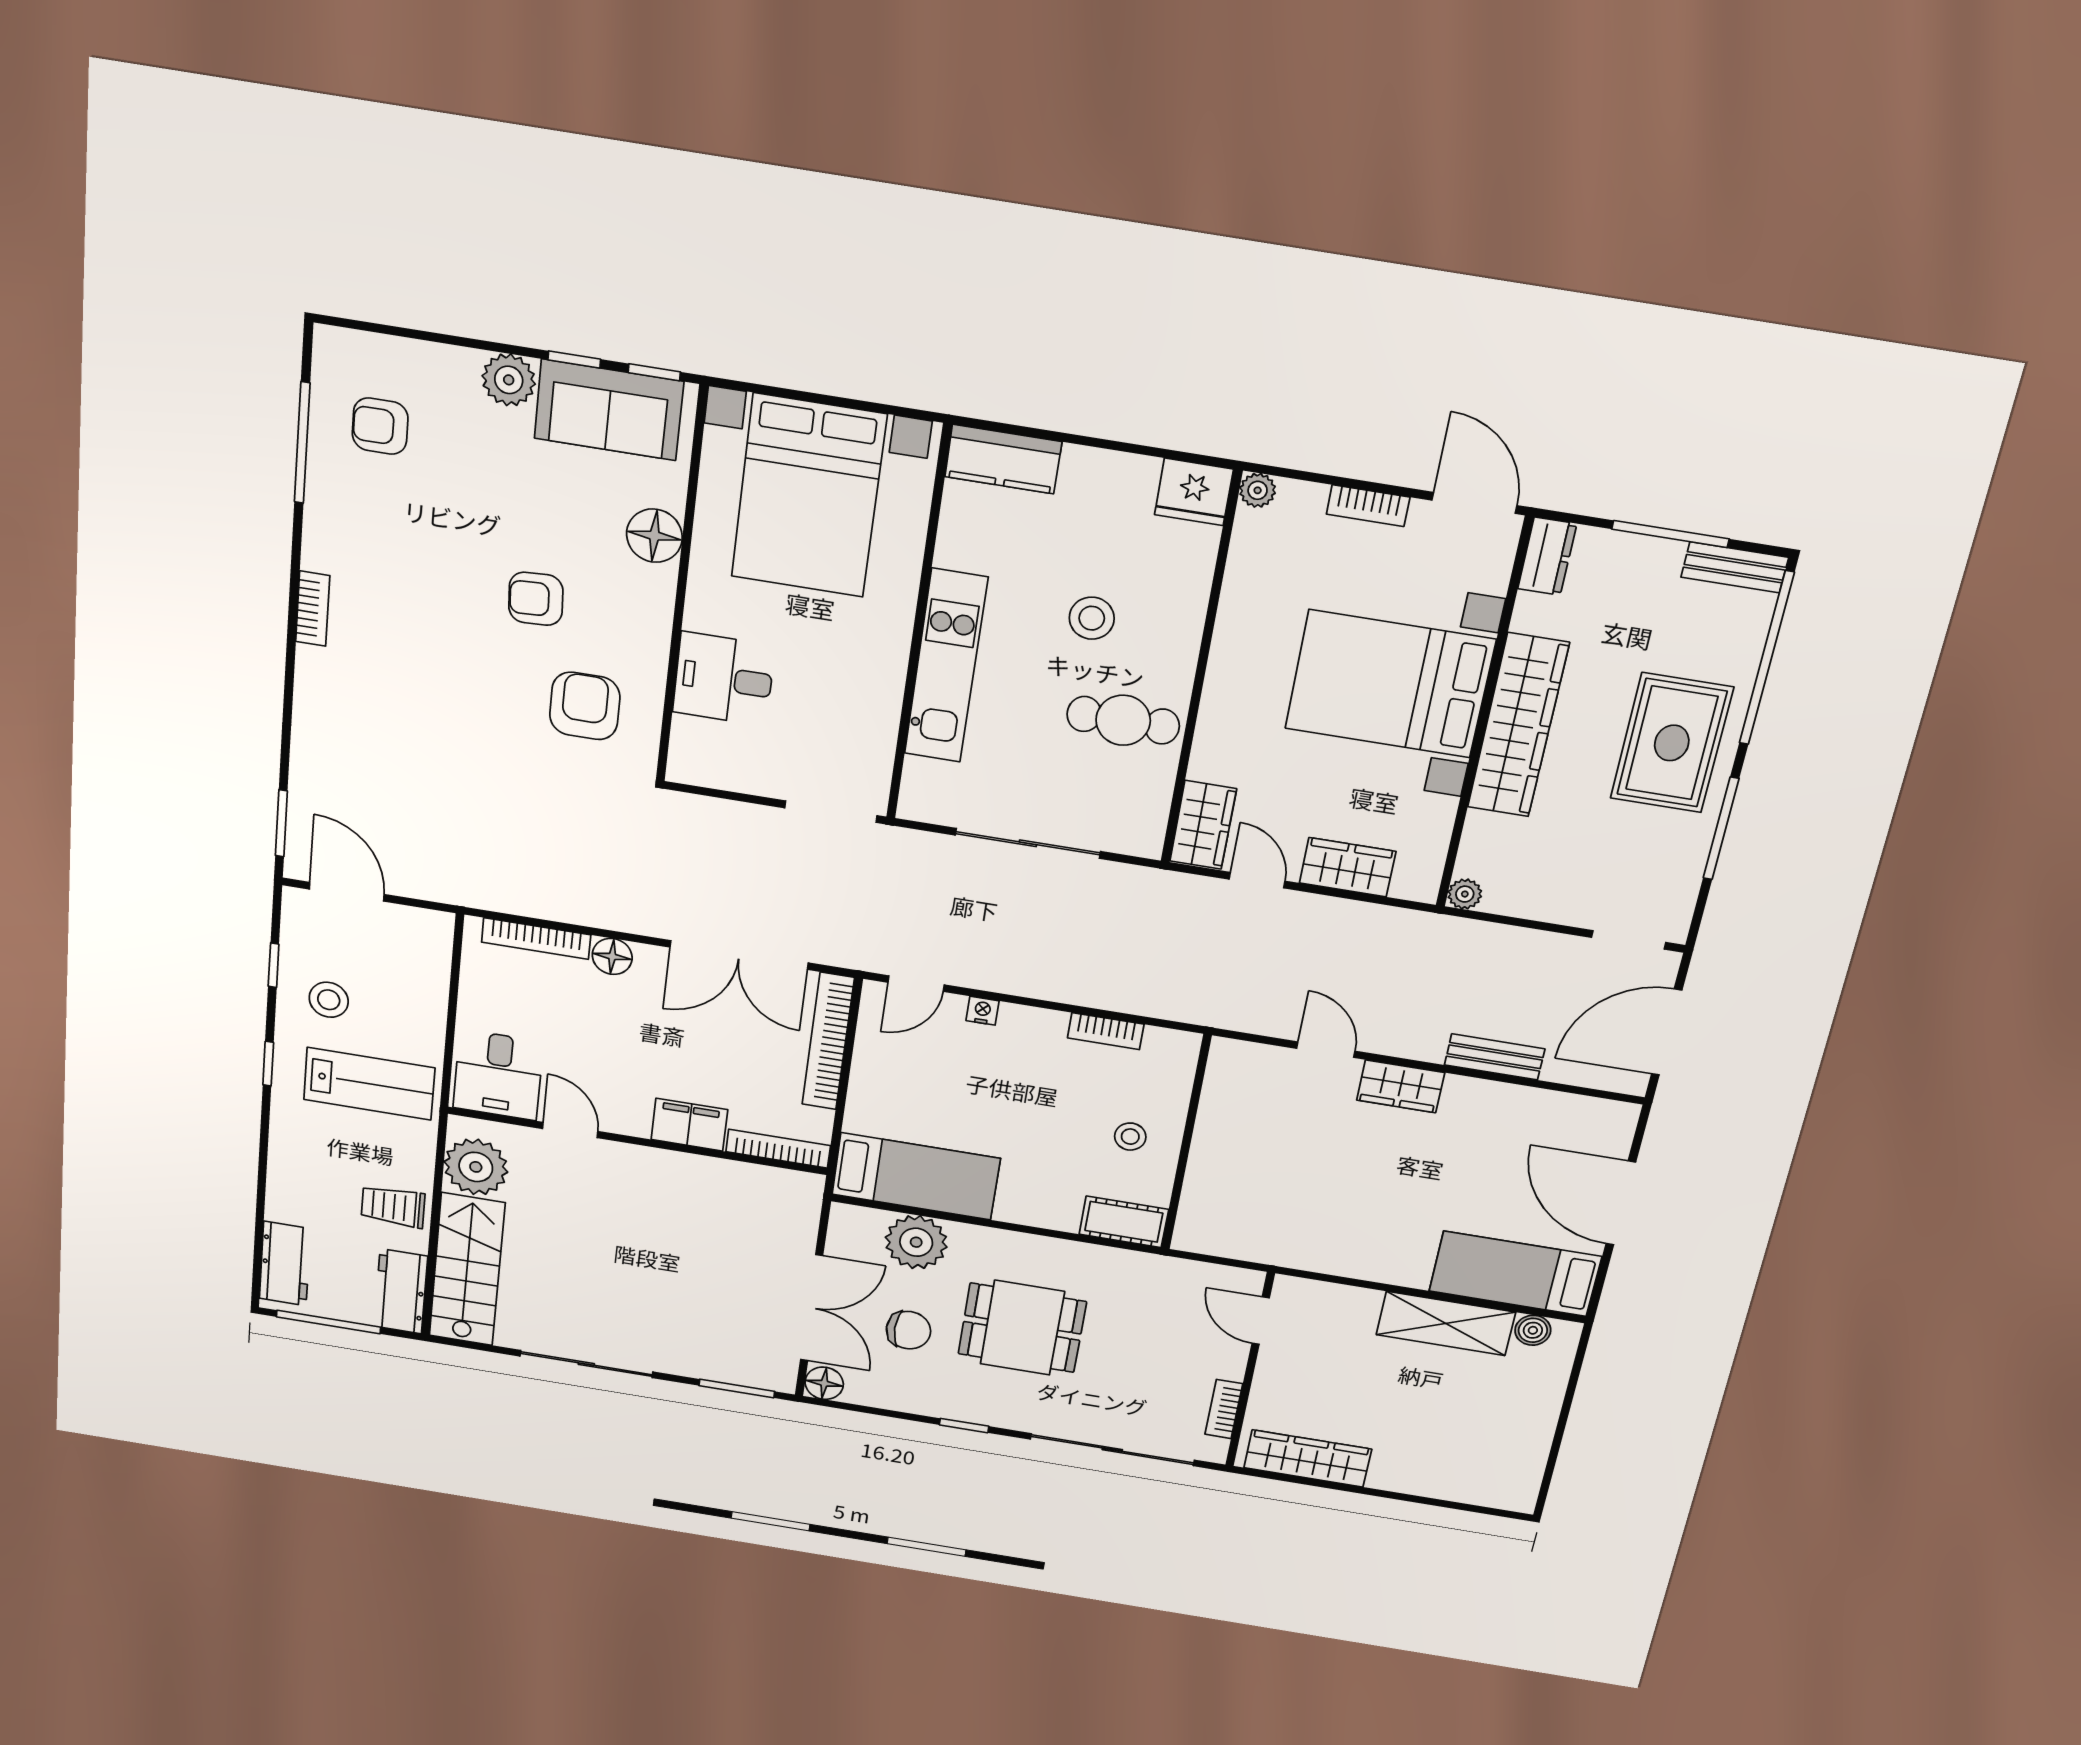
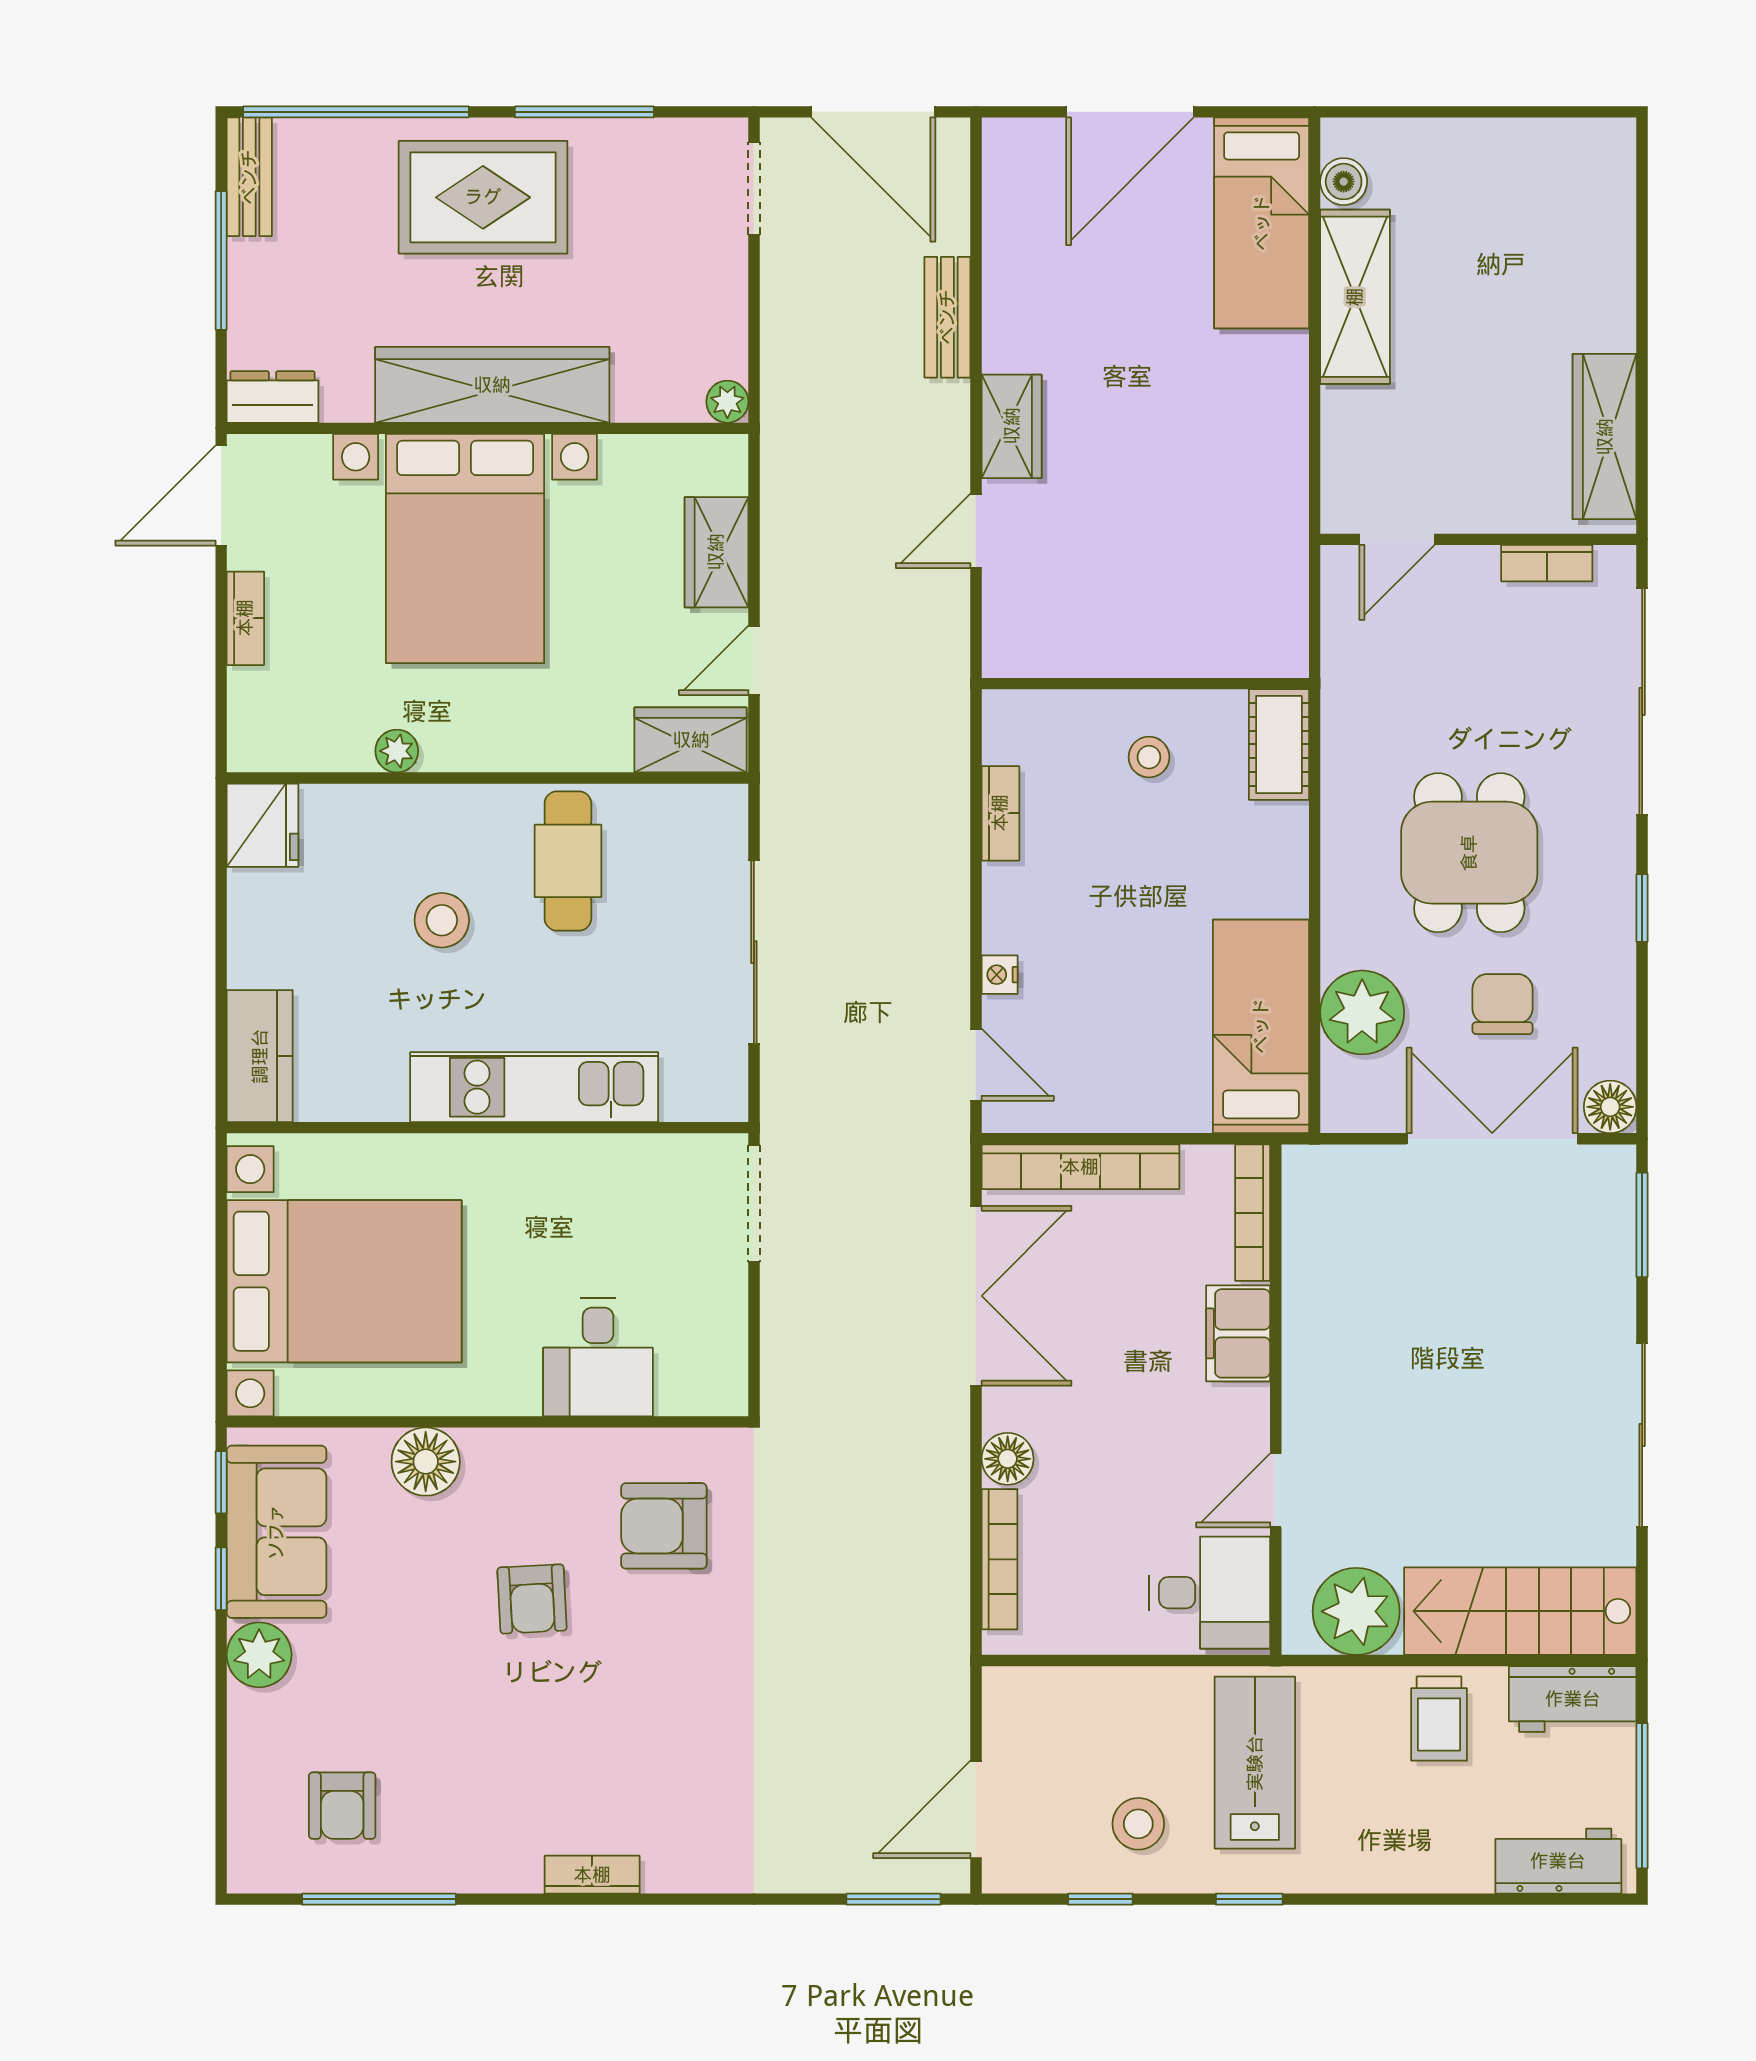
plant: (1258, 490) -> (397, 751), moved

